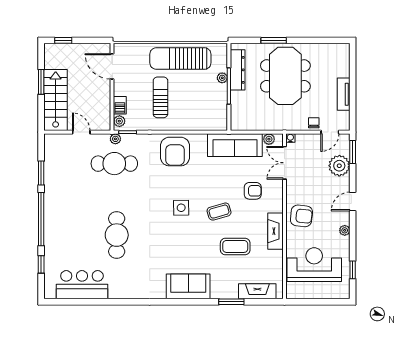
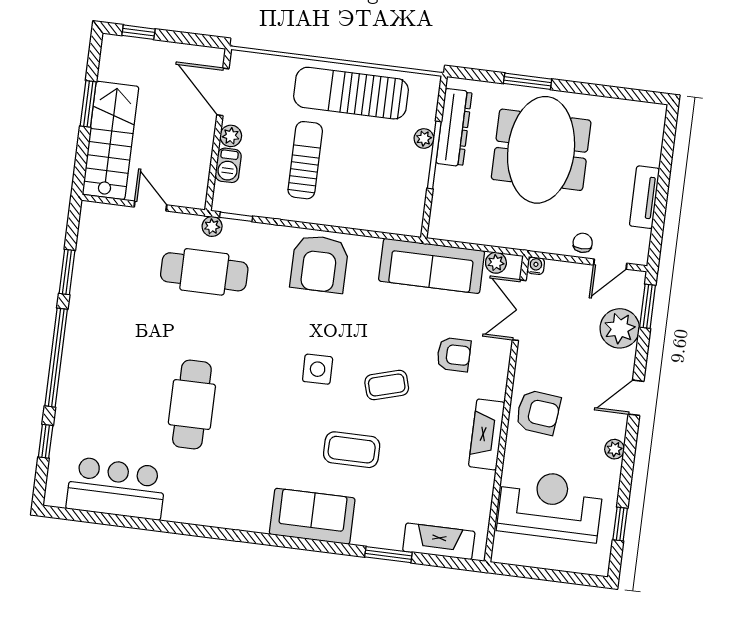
plant: (119, 121) -> (231, 136), moved
coffee table: (235, 246) -> (352, 450), moved

